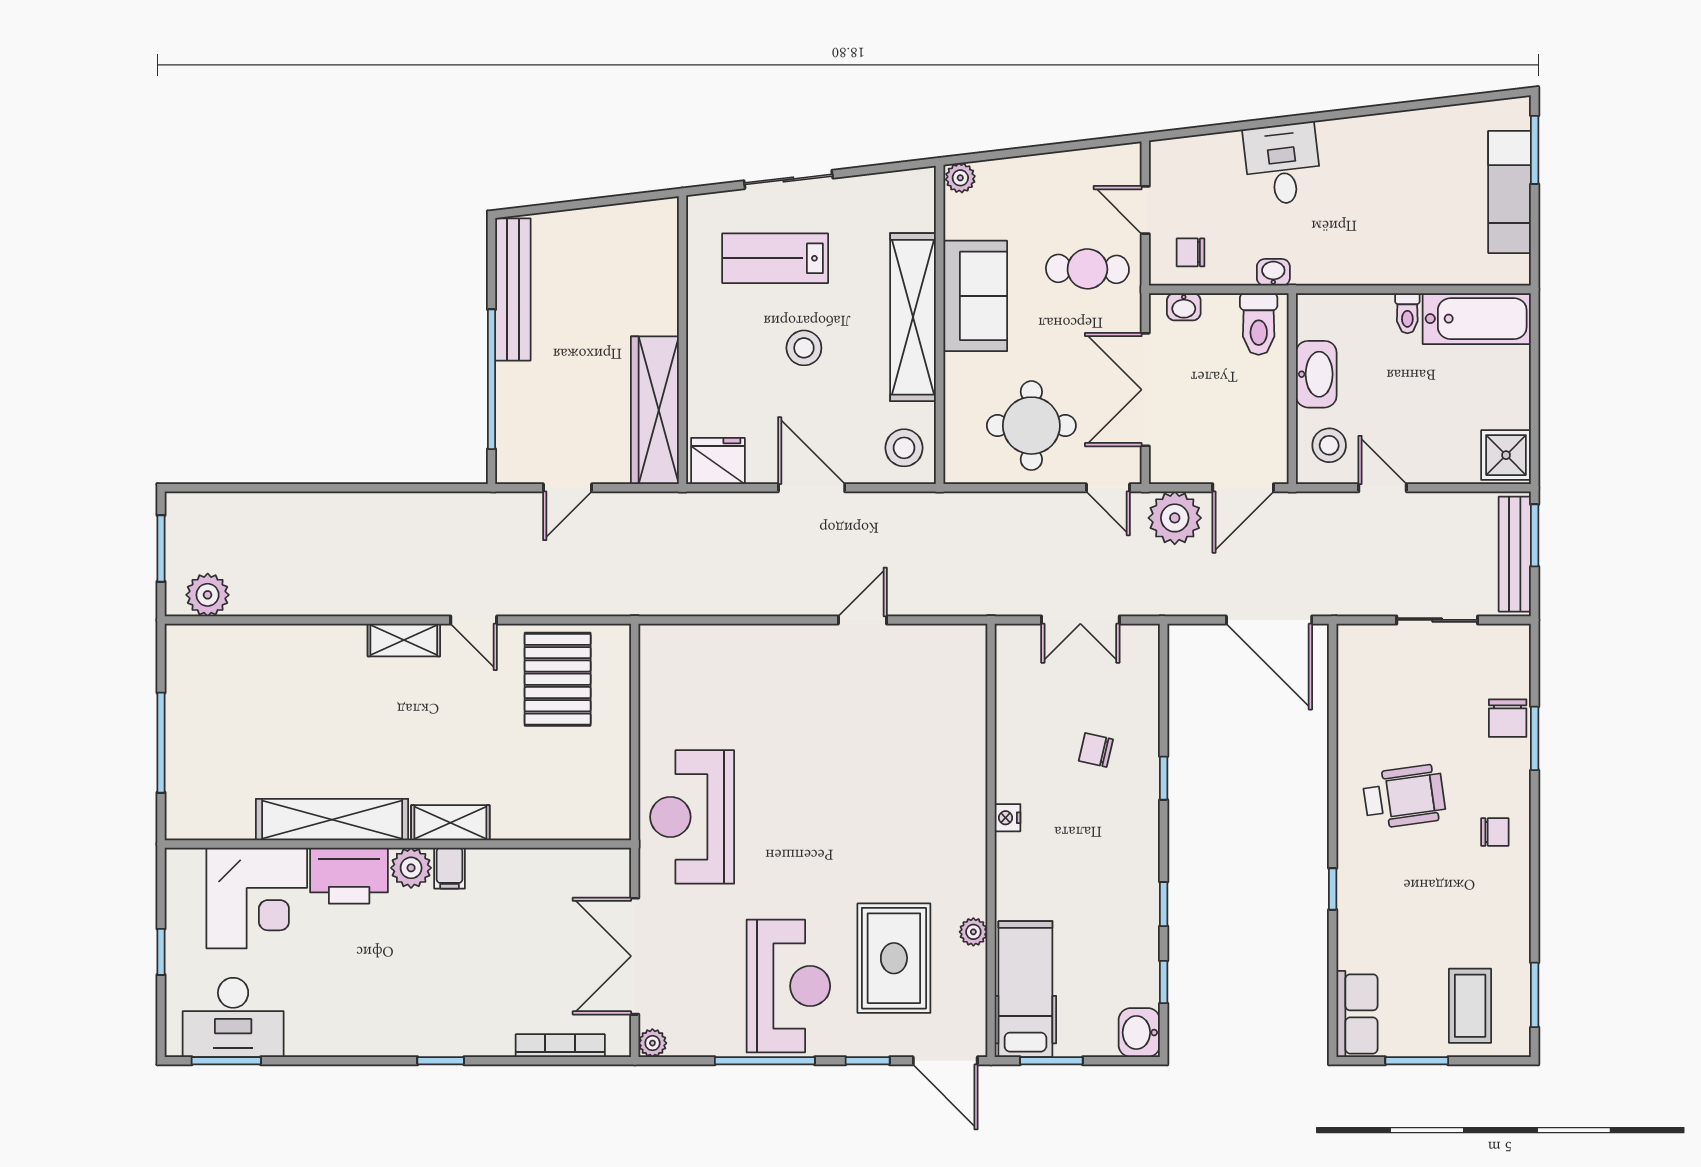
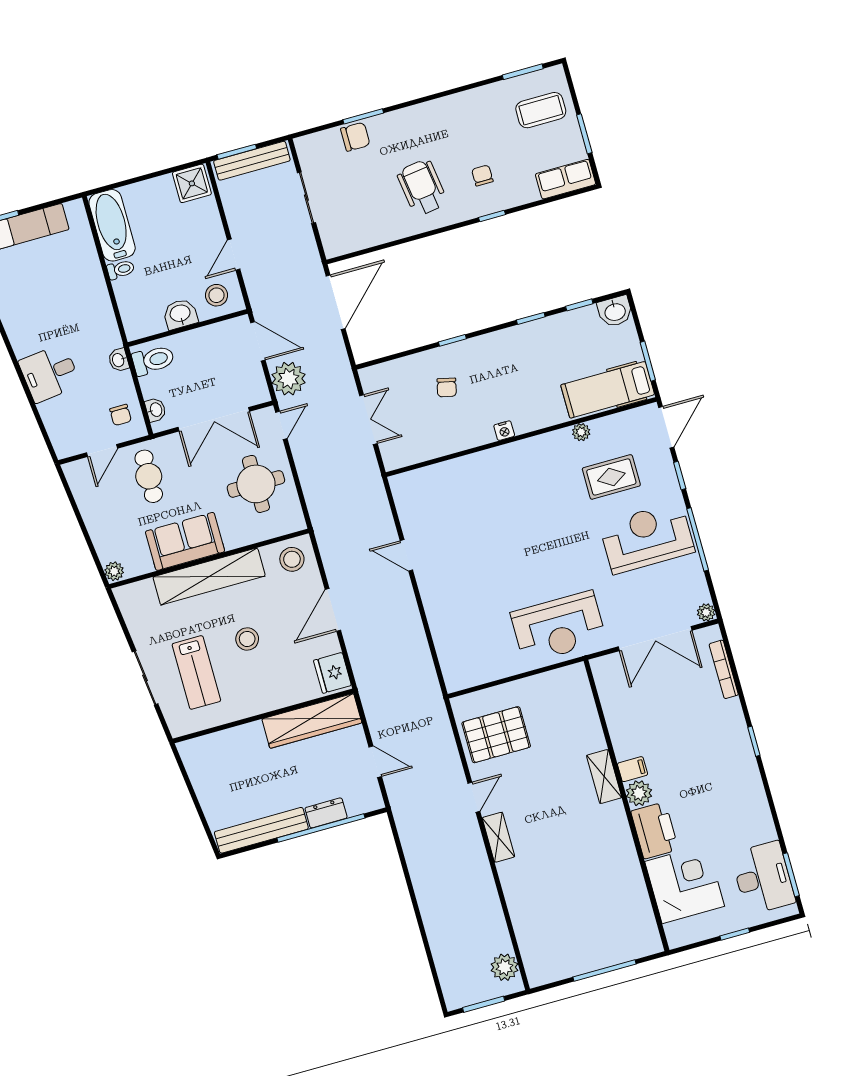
washbasin: (1316, 374) -> (180, 314), width x0.72
dresser: (512, 393) -> (326, 813), added
shelving: (332, 820) -> (623, 851), removed
chair: (1495, 832) -> (482, 176), moved
rug: (894, 958) -> (611, 477), width x0.73, depth x0.70

